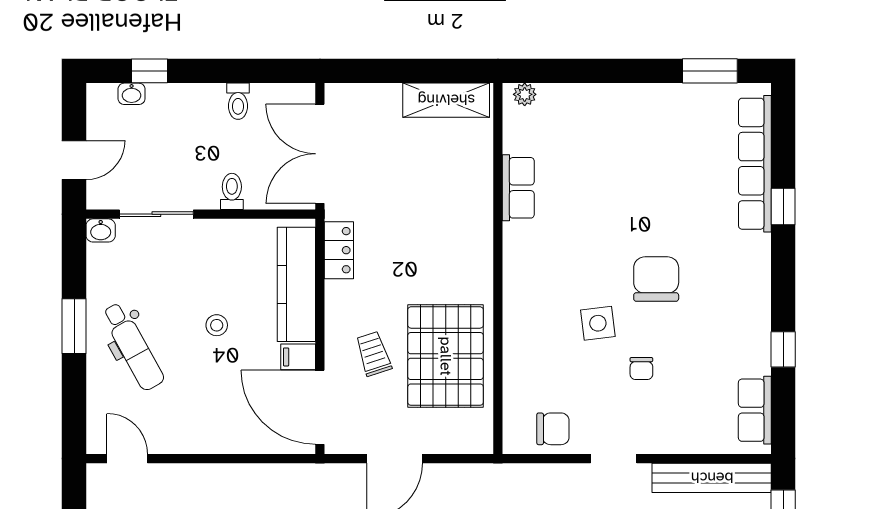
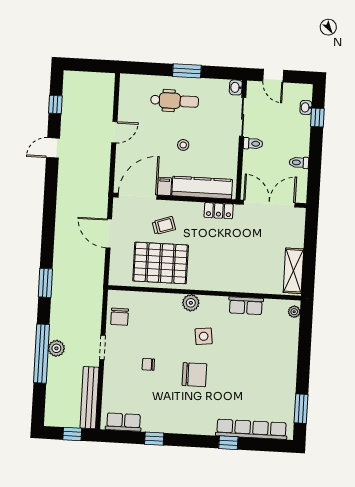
toilet: (232, 191) -> (253, 144), moved
plant: (519, 294) -> (191, 303), added
side table: (598, 323) -> (204, 336), moved
dental chair: (133, 346) -> (175, 101), turned -151
door: (127, 459) -> (114, 132), moved

